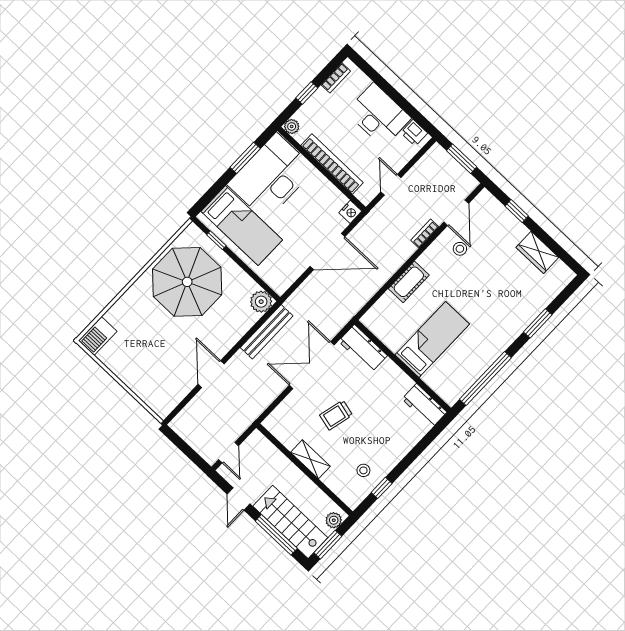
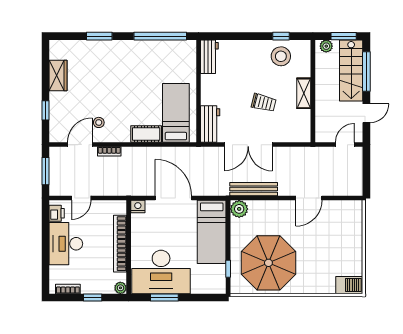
door: (391, 185) -> (81, 198), moved
bed: (242, 226) -> (212, 232), moved, turned 180
bed: (432, 339) -> (176, 113), moved, turned 90
stool: (363, 470) -> (281, 56), width x1.89, depth x1.89

